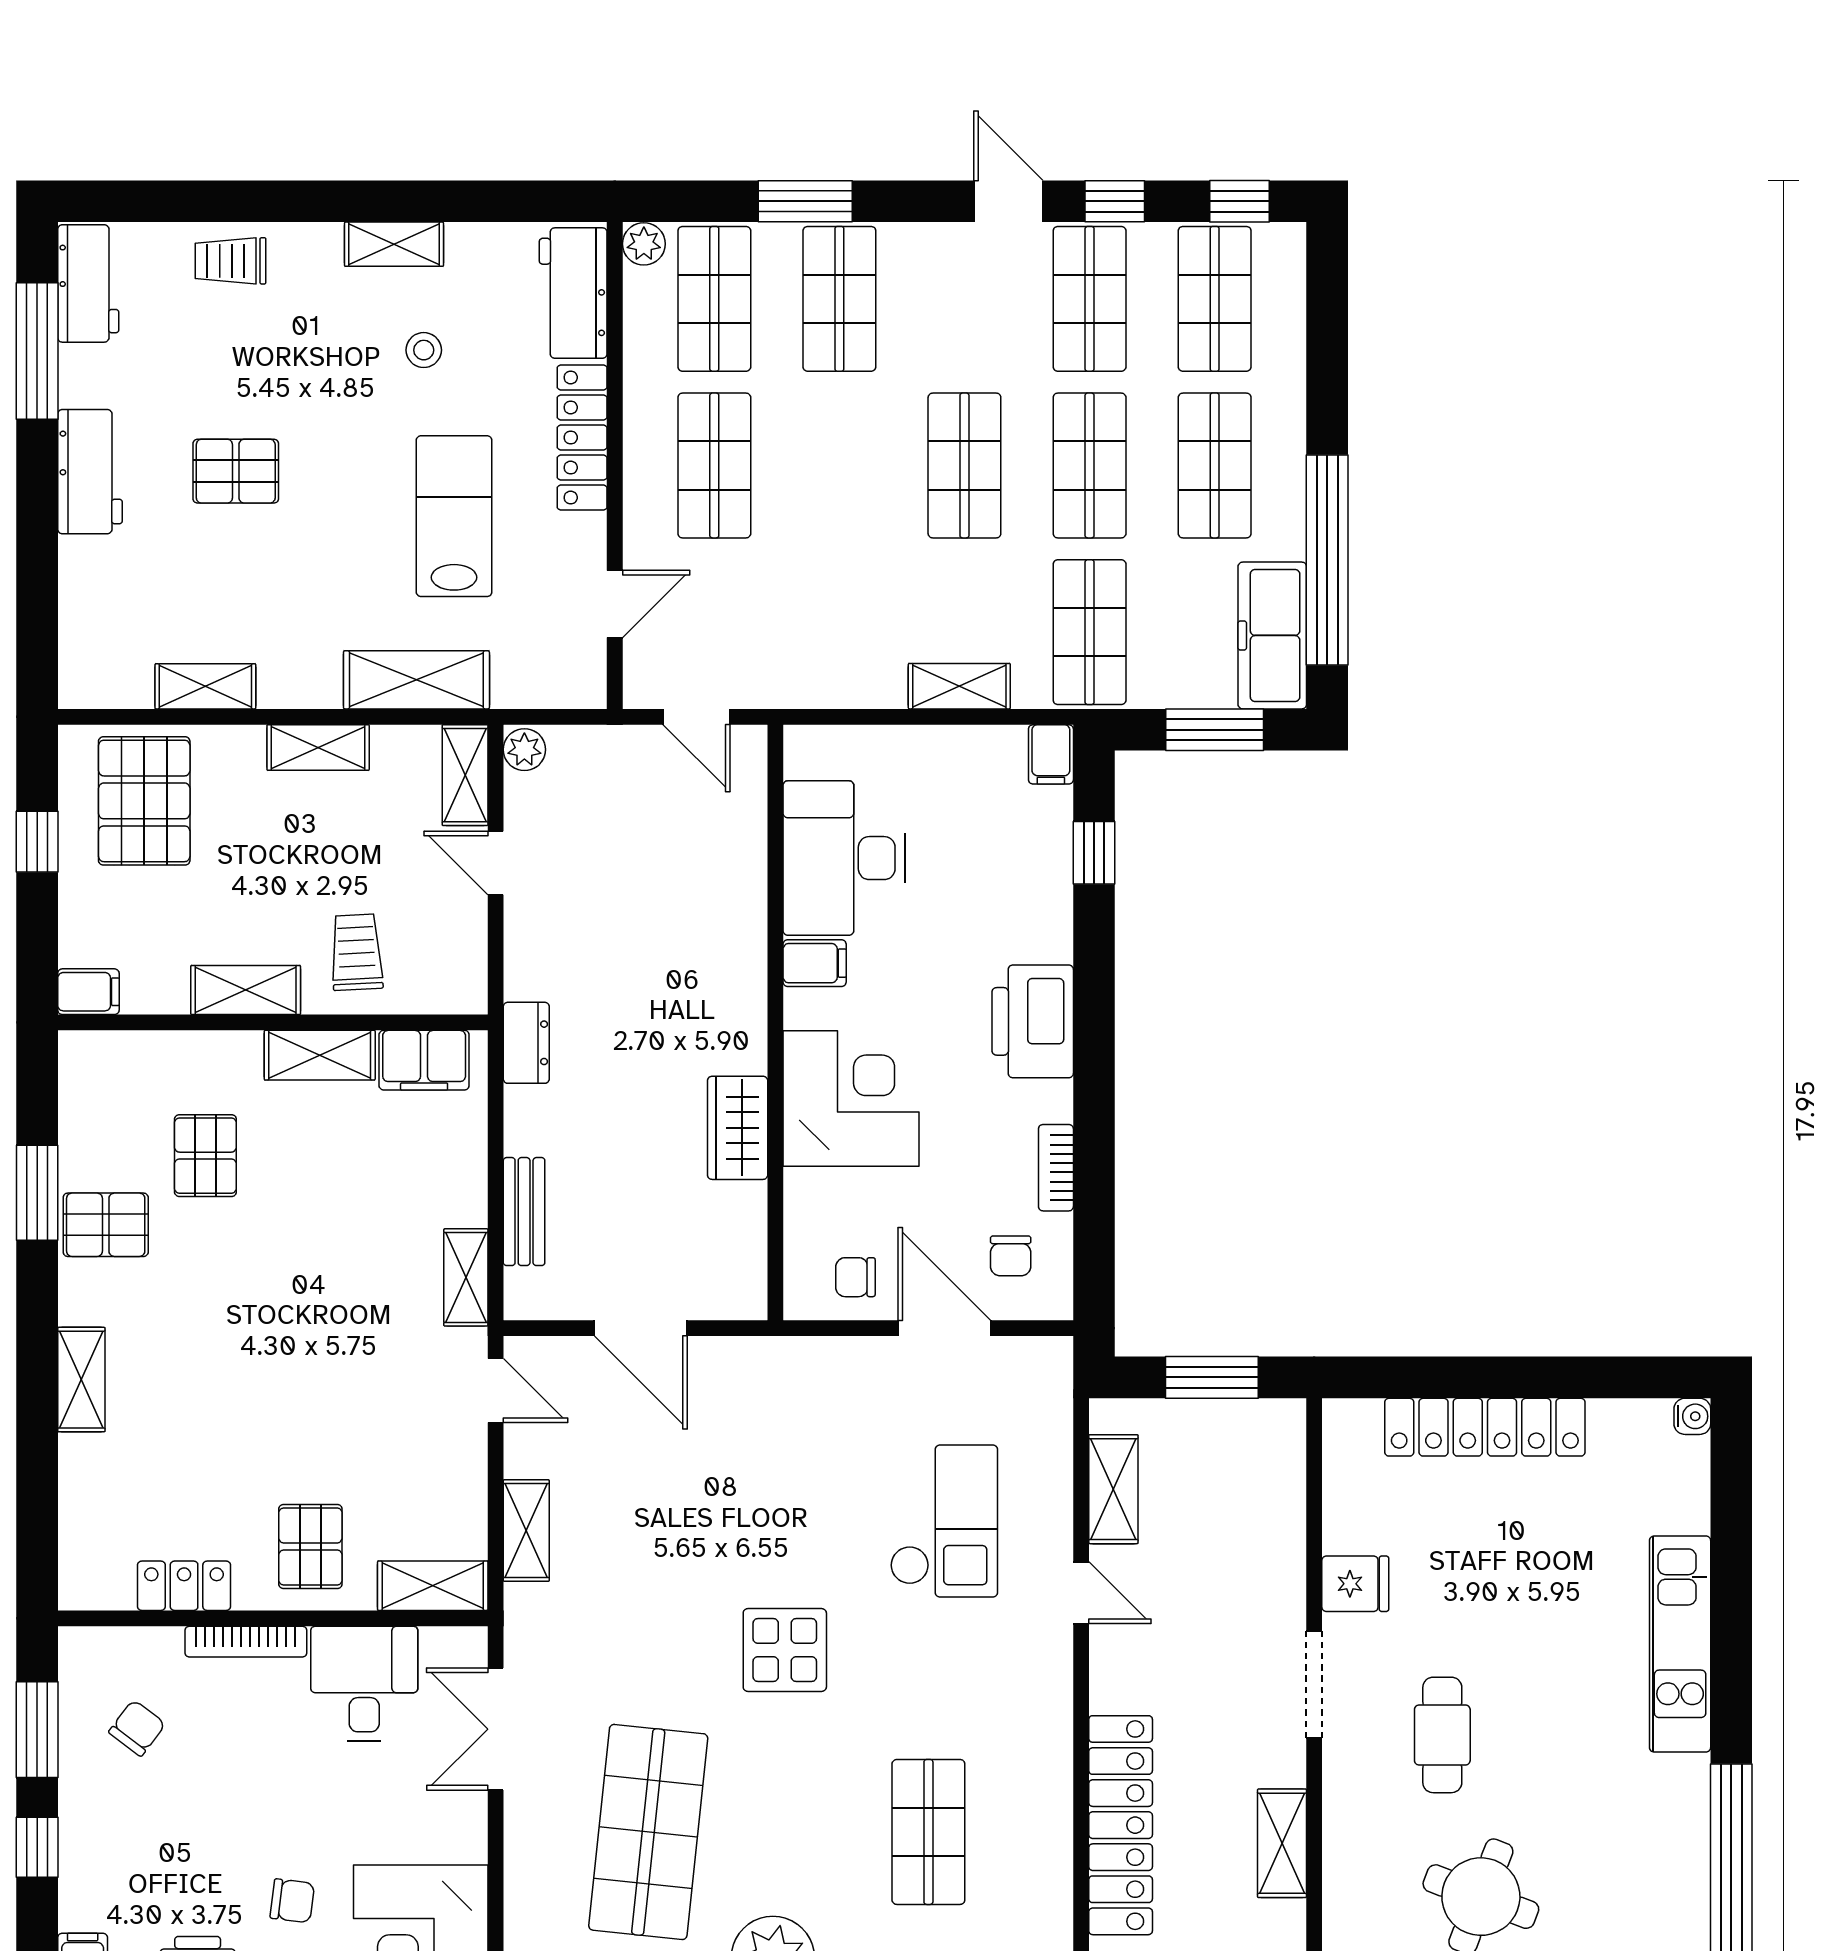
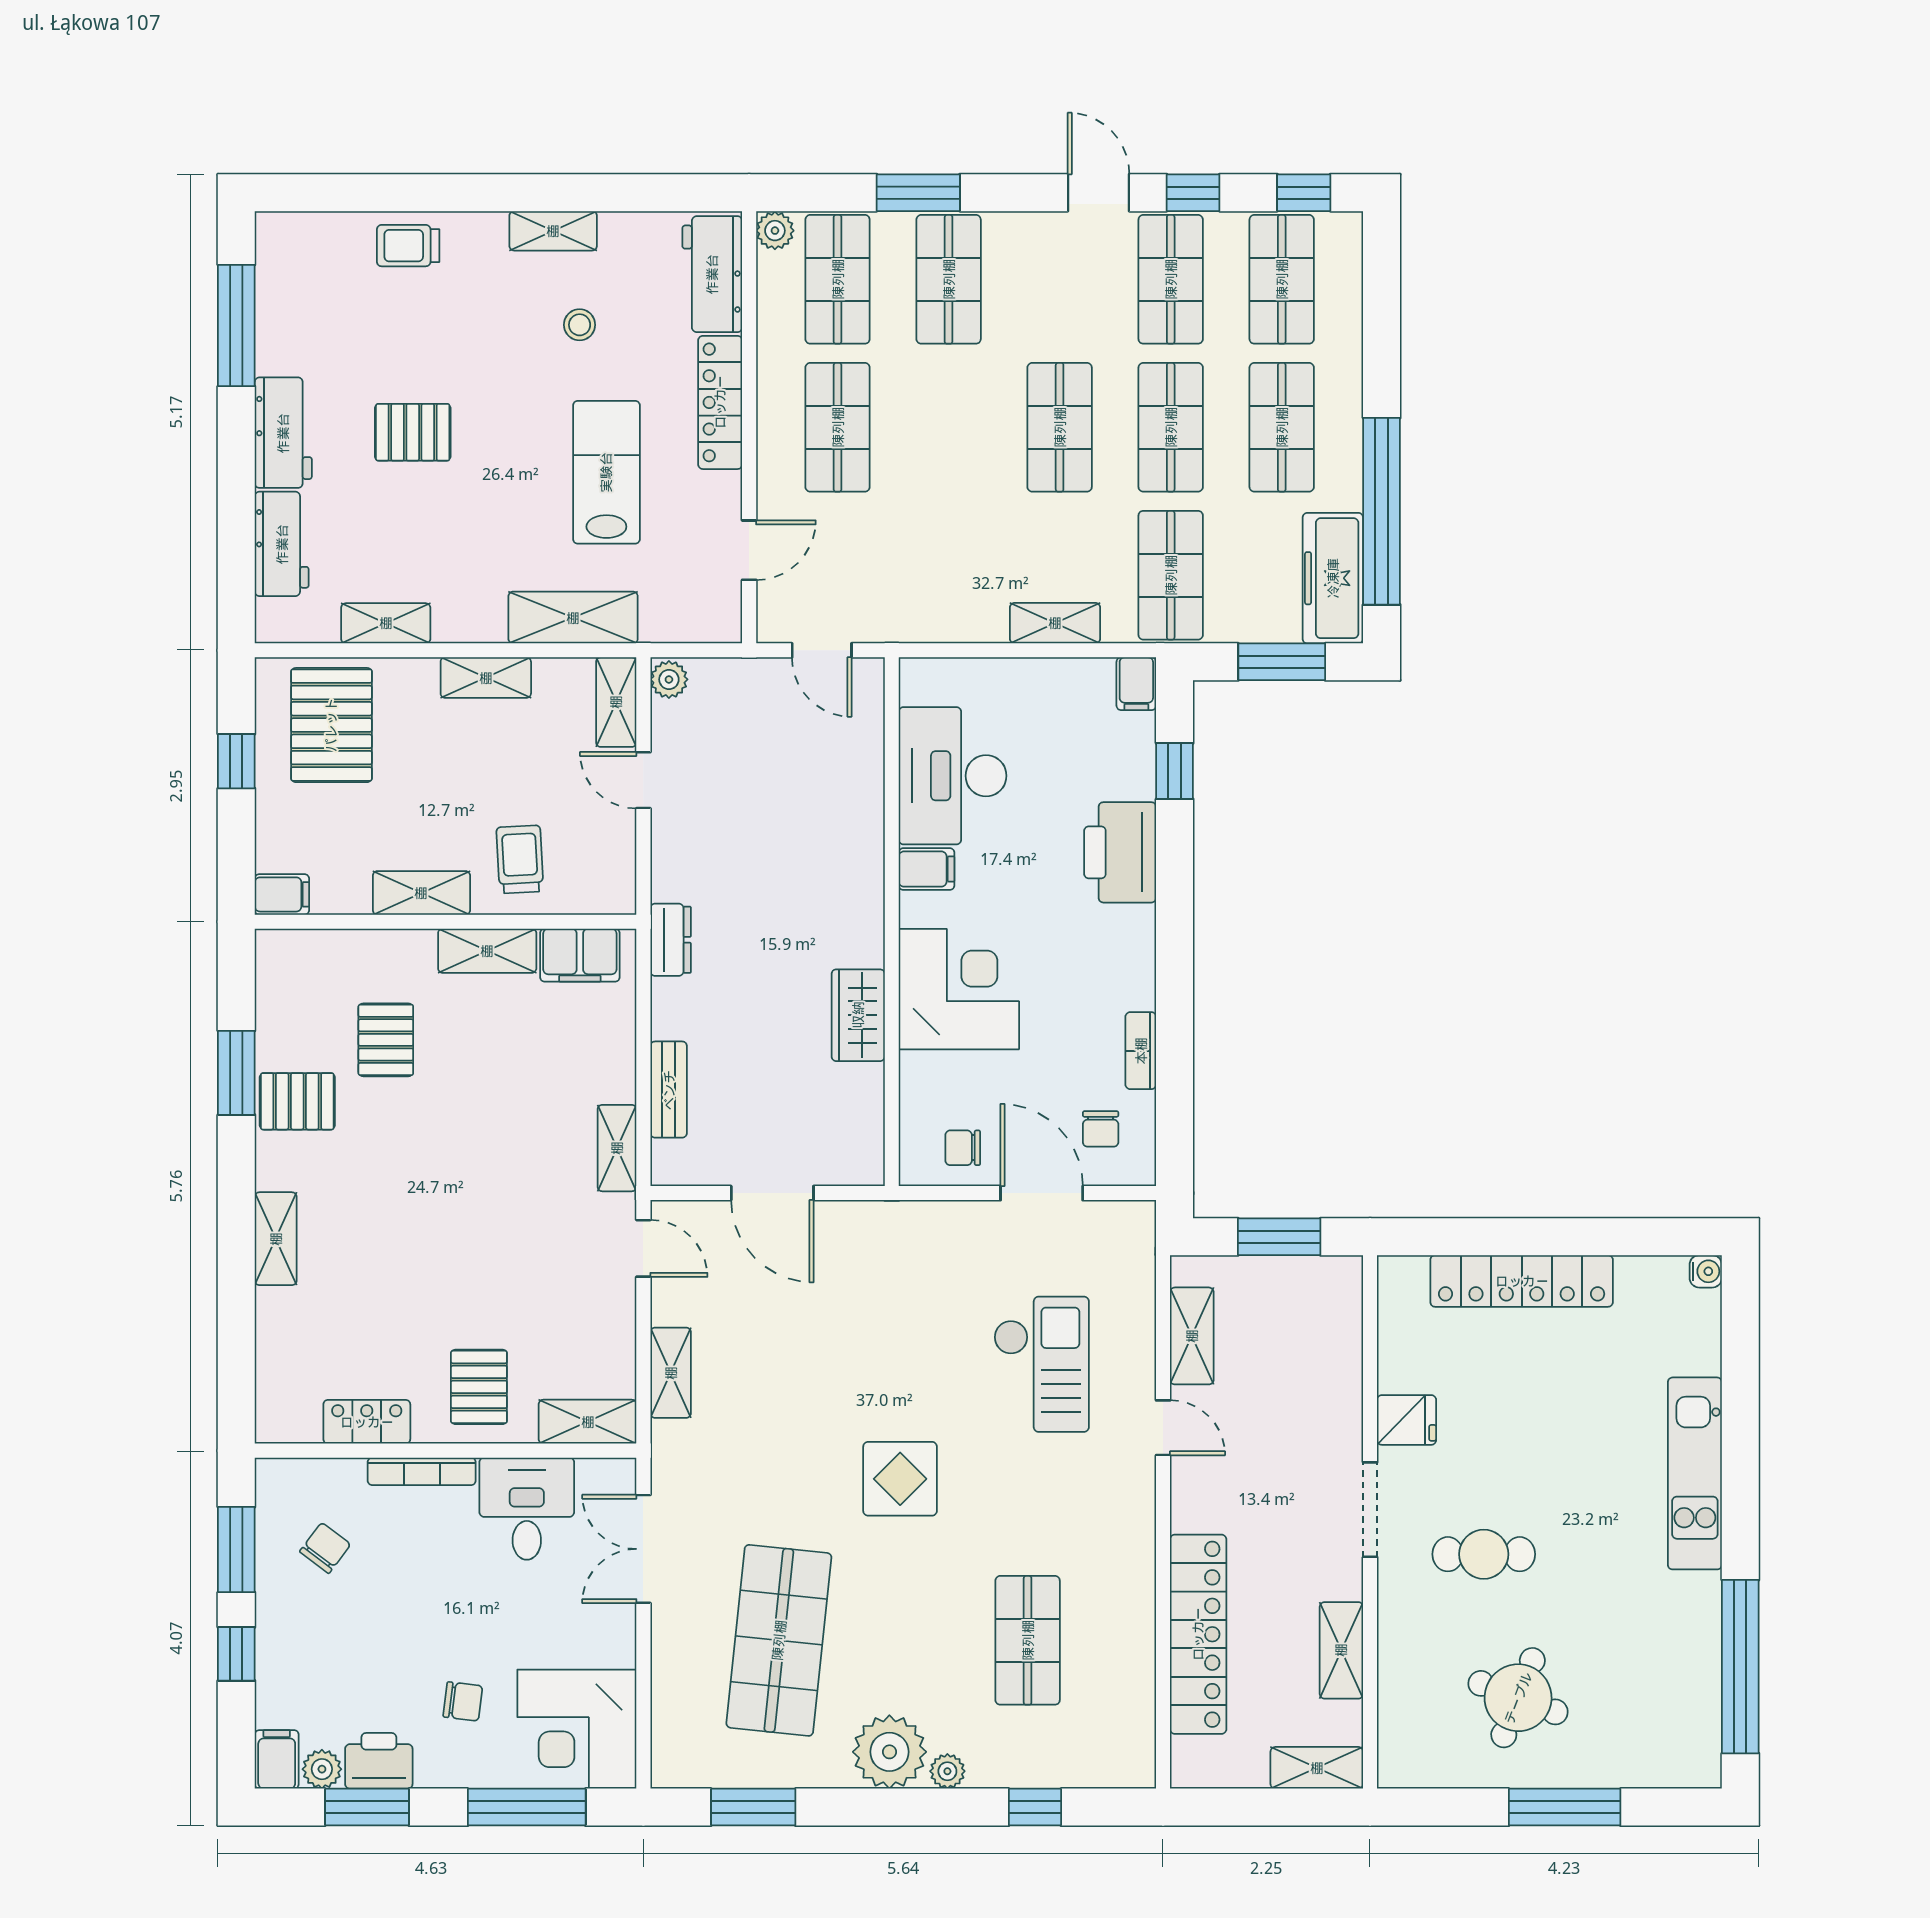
workbench: (88, 283) -> (282, 544), moved
printer: (1033, 1021) -> (1120, 852), moved
cafe table: (1442, 1735) -> (1484, 1554), turned 90

